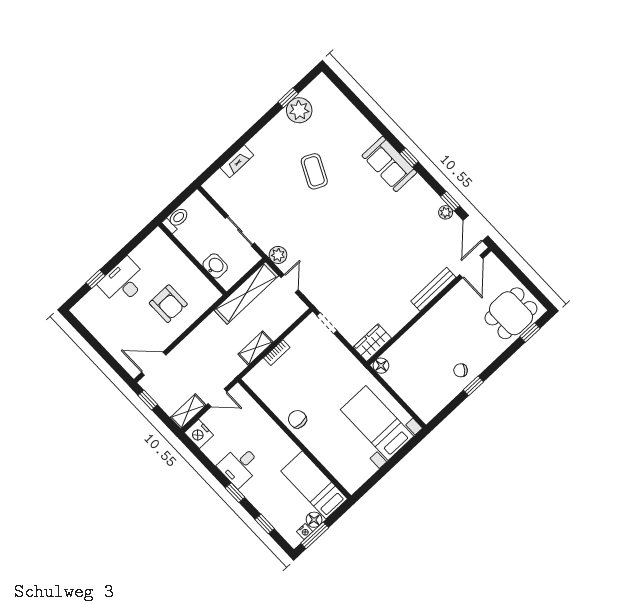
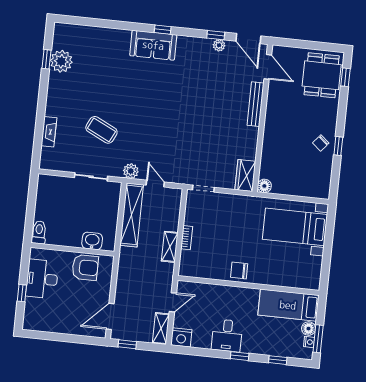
coffee table: (314, 171) -> (101, 130), moved
toilet: (176, 220) -> (39, 232), moved
wall: (192, 259) -> (73, 249), moved
washbasin: (215, 266) -> (92, 241), moved

